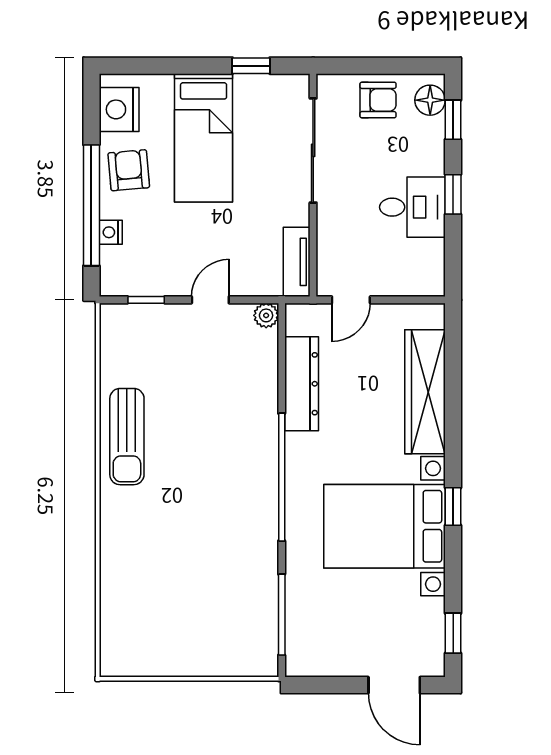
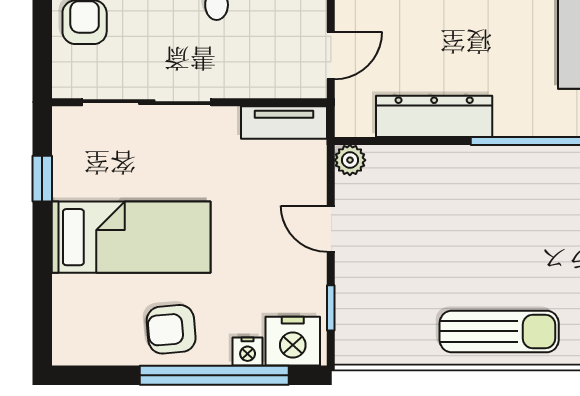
nightstand: (119, 109) -> (293, 341), moved
door: (351, 300) -> (331, 56), hinge flipped

